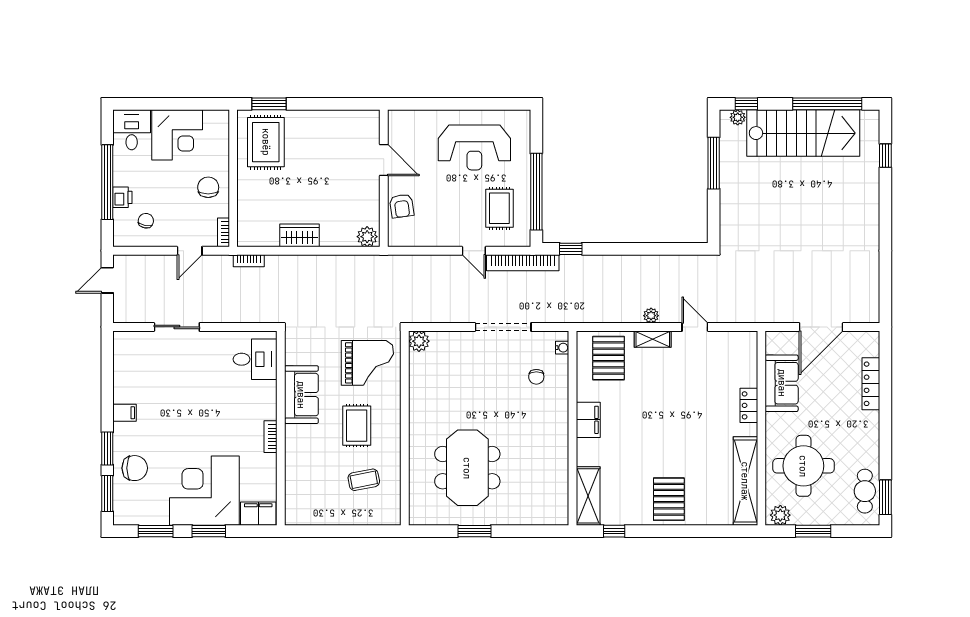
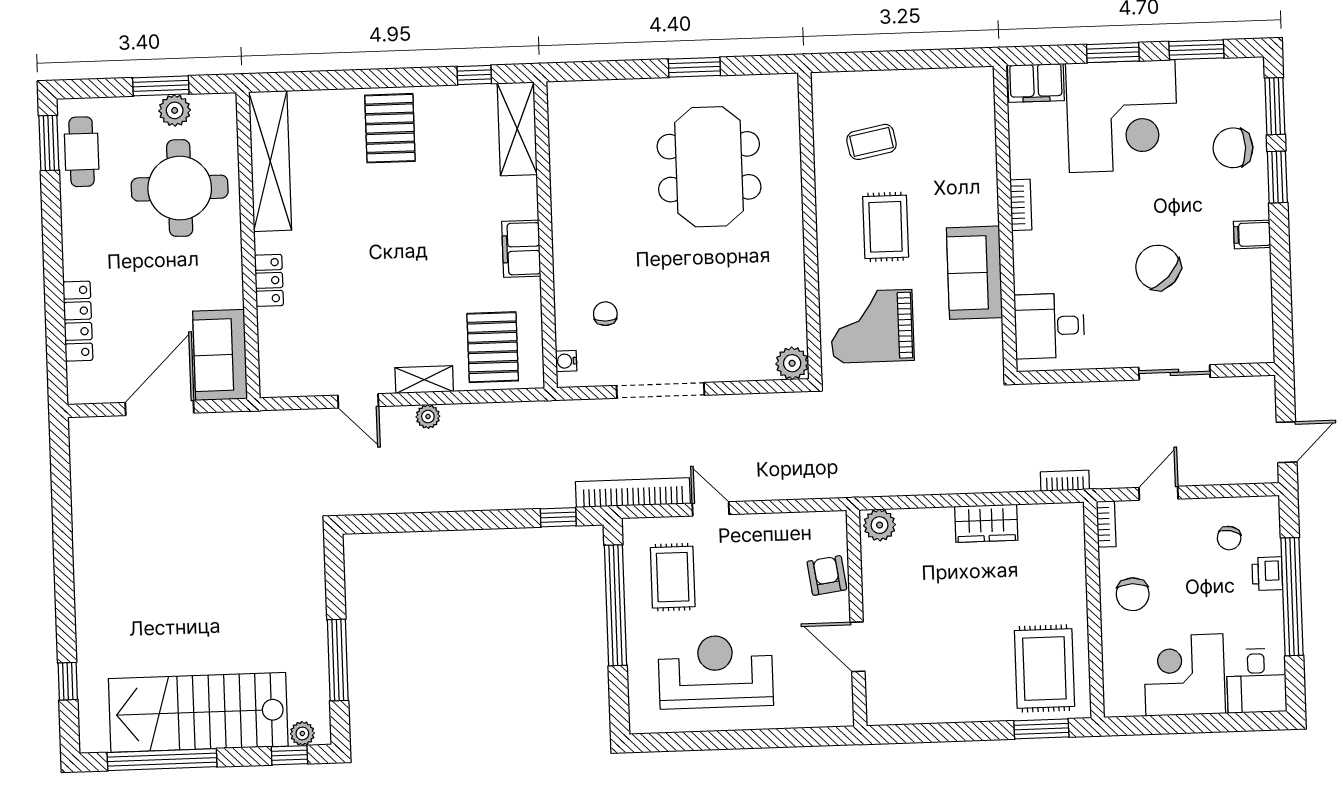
sofa: (782, 383) -> (220, 355), moved
chair: (185, 394) -> (1158, 267), added
plant: (780, 515) -> (175, 110), moved

